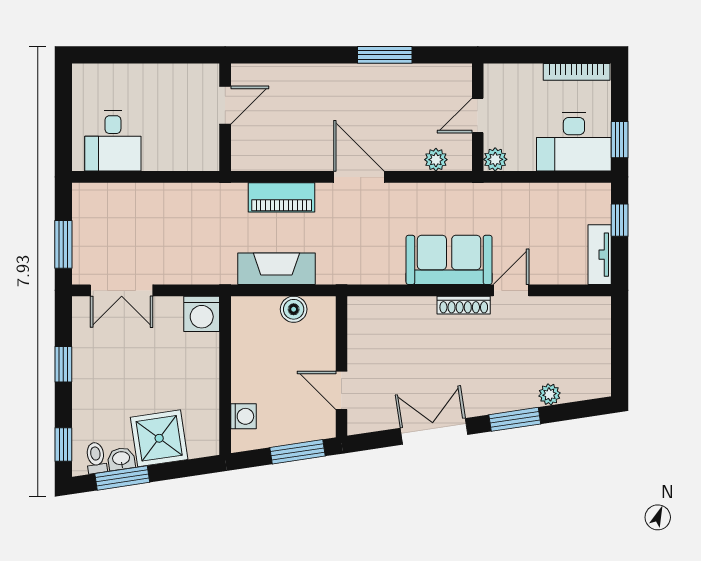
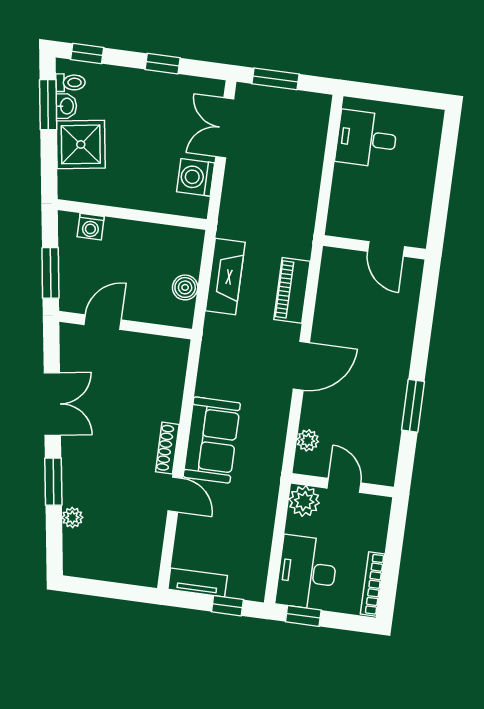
plant: (495, 159) -> (304, 501), width x1.38, depth x1.38
washing machine: (202, 314) -> (196, 177), moved

